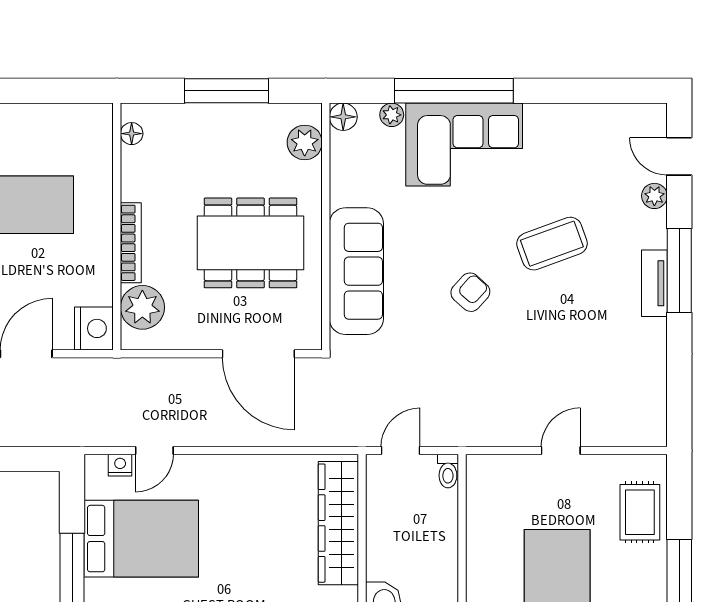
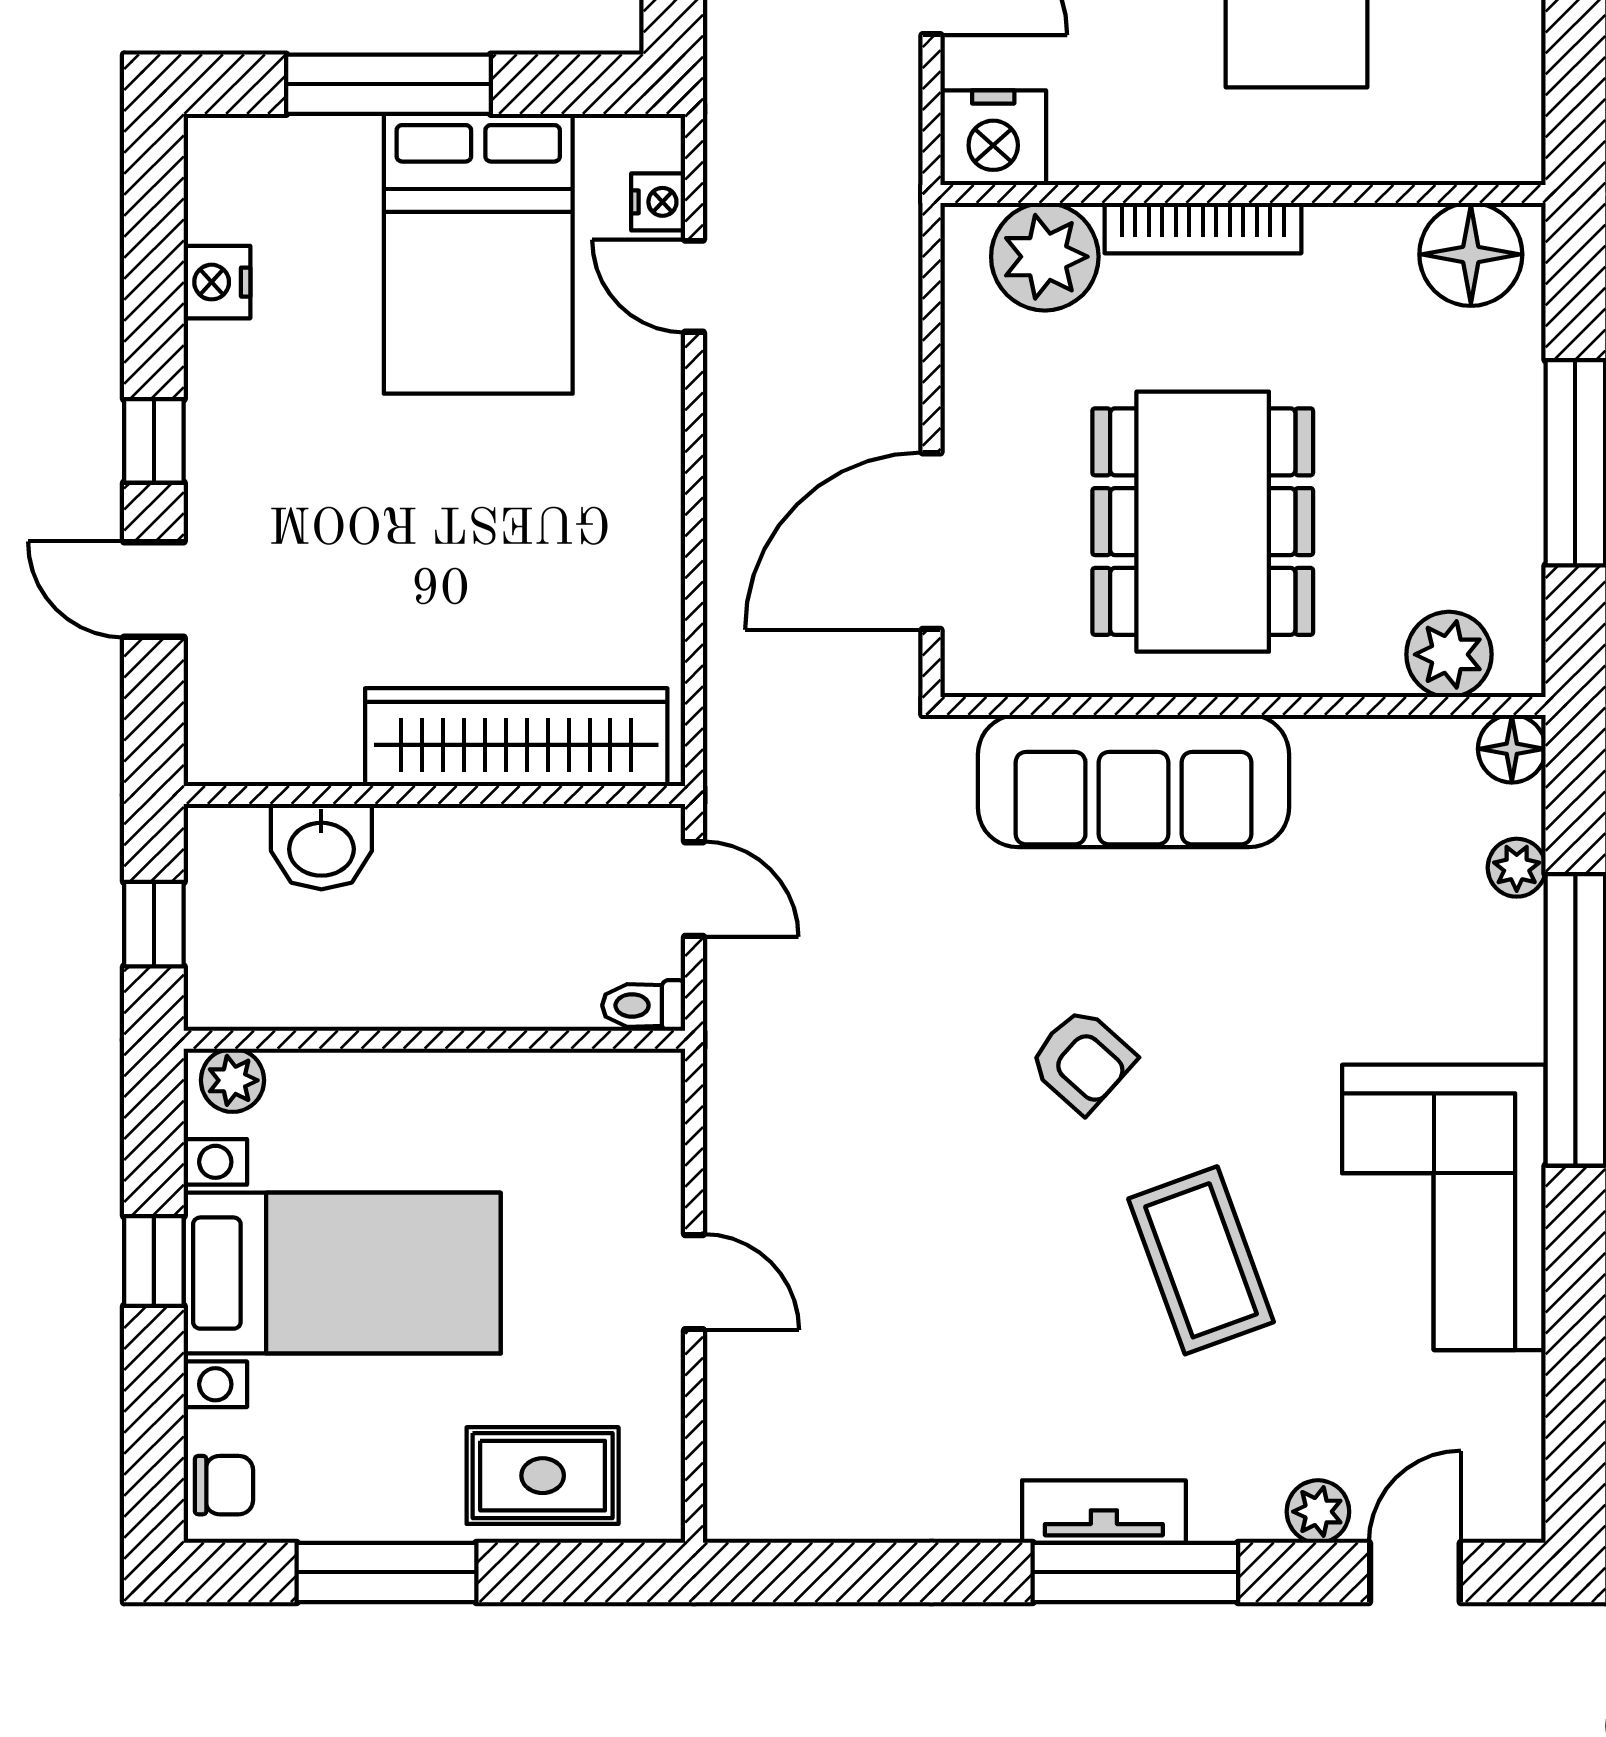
floor lamp: (132, 134) -> (1471, 254), width x1.89, depth x1.89
corner sofa: (464, 145) -> (1444, 1207), moved

